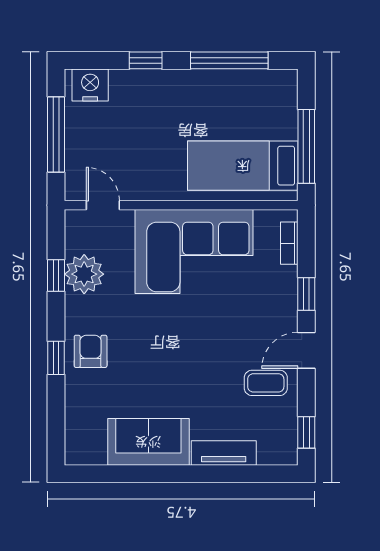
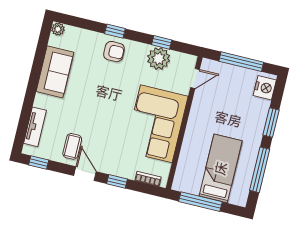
window: (146, 60) -> (271, 122), width x1.50
bed: (243, 166) -> (221, 168), moved
tv unit: (224, 453) -> (35, 127), moved
plant: (76, 454) -> (58, 29), added

